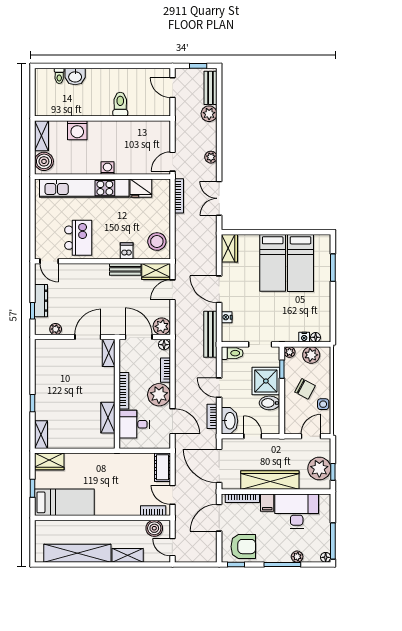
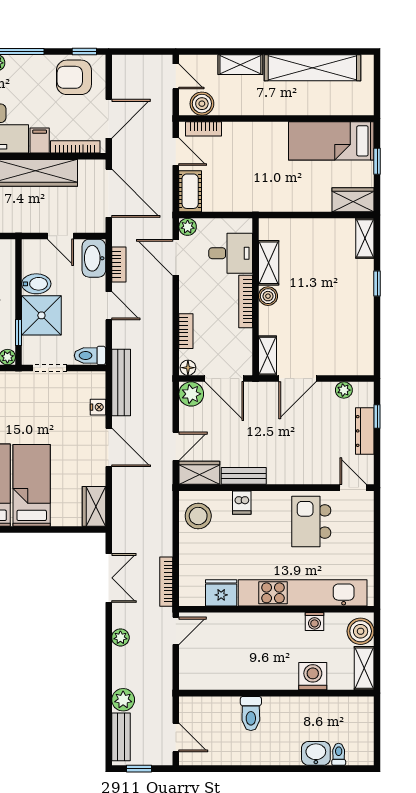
washing machine: (107, 168) -> (315, 622), moved
boiler: (108, 394) -> (268, 296), added
plant: (159, 395) -> (188, 227), moved, width x0.53, depth x0.53

